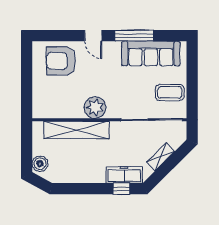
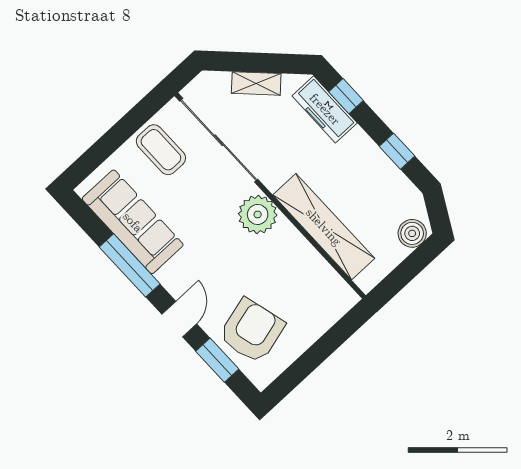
window: (62, 36) -> (217, 360), added
armchair: (61, 61) -> (252, 331), turned -105
plant: (95, 108) -> (258, 214), moved
window: (79, 189) -> (397, 151), added

